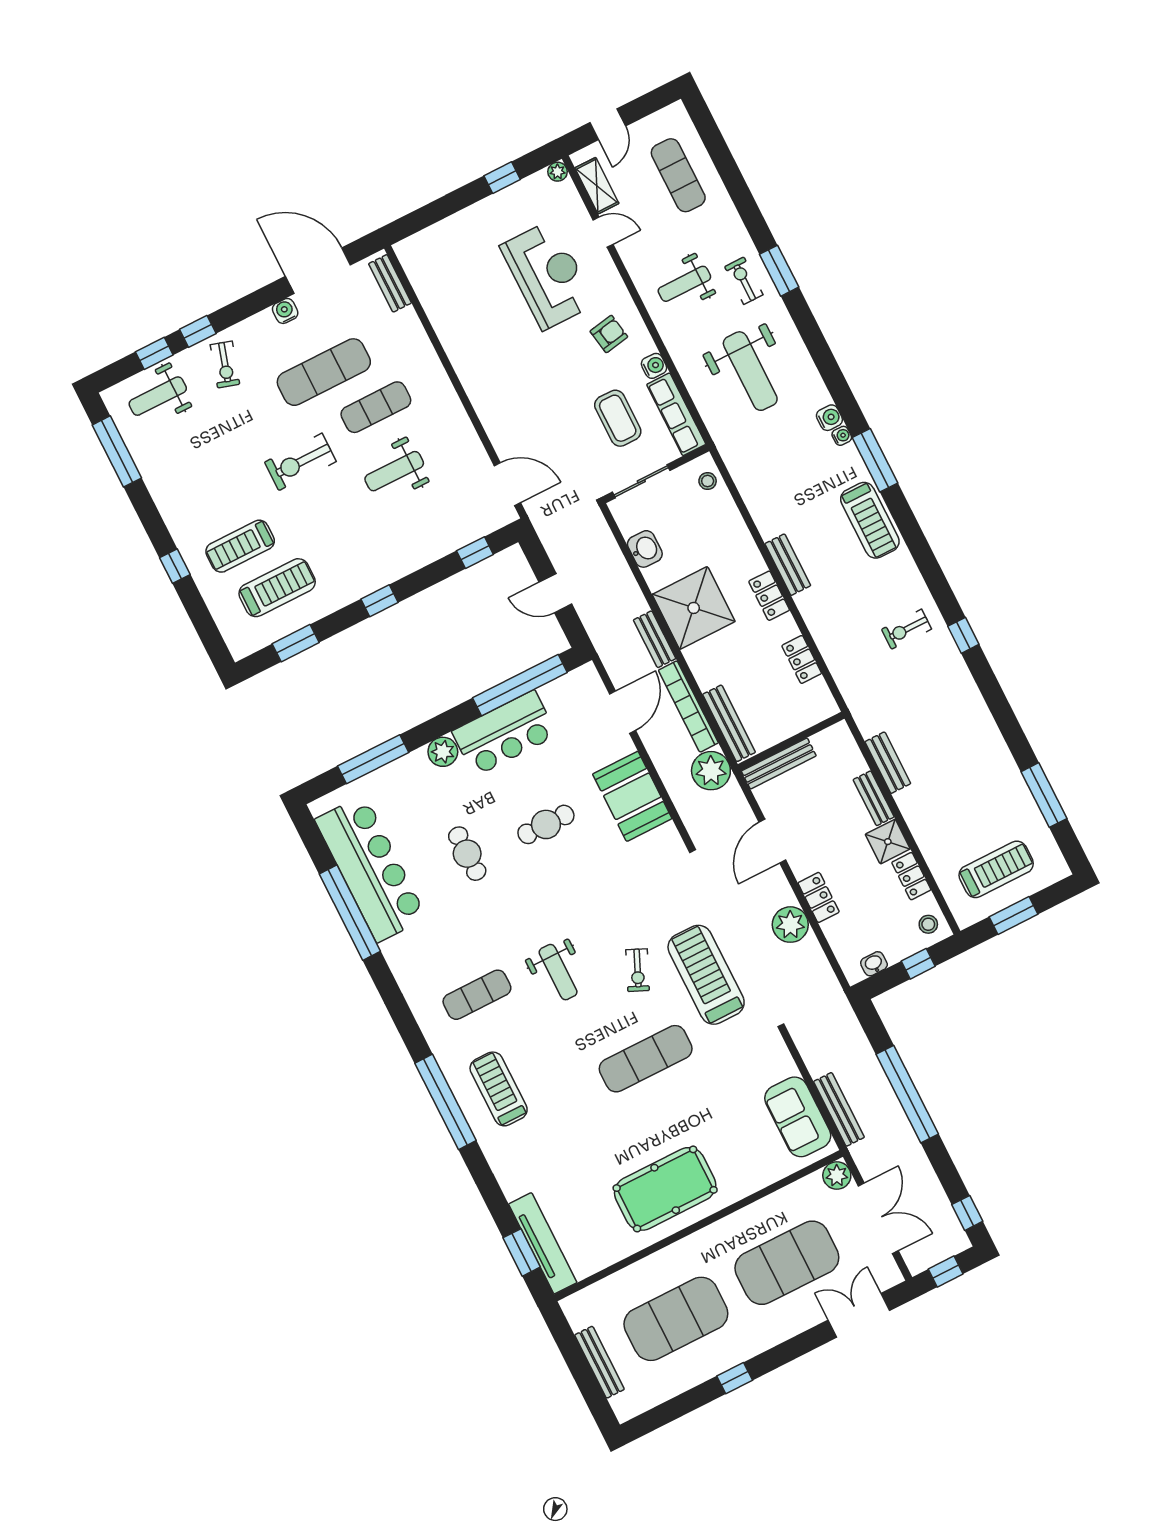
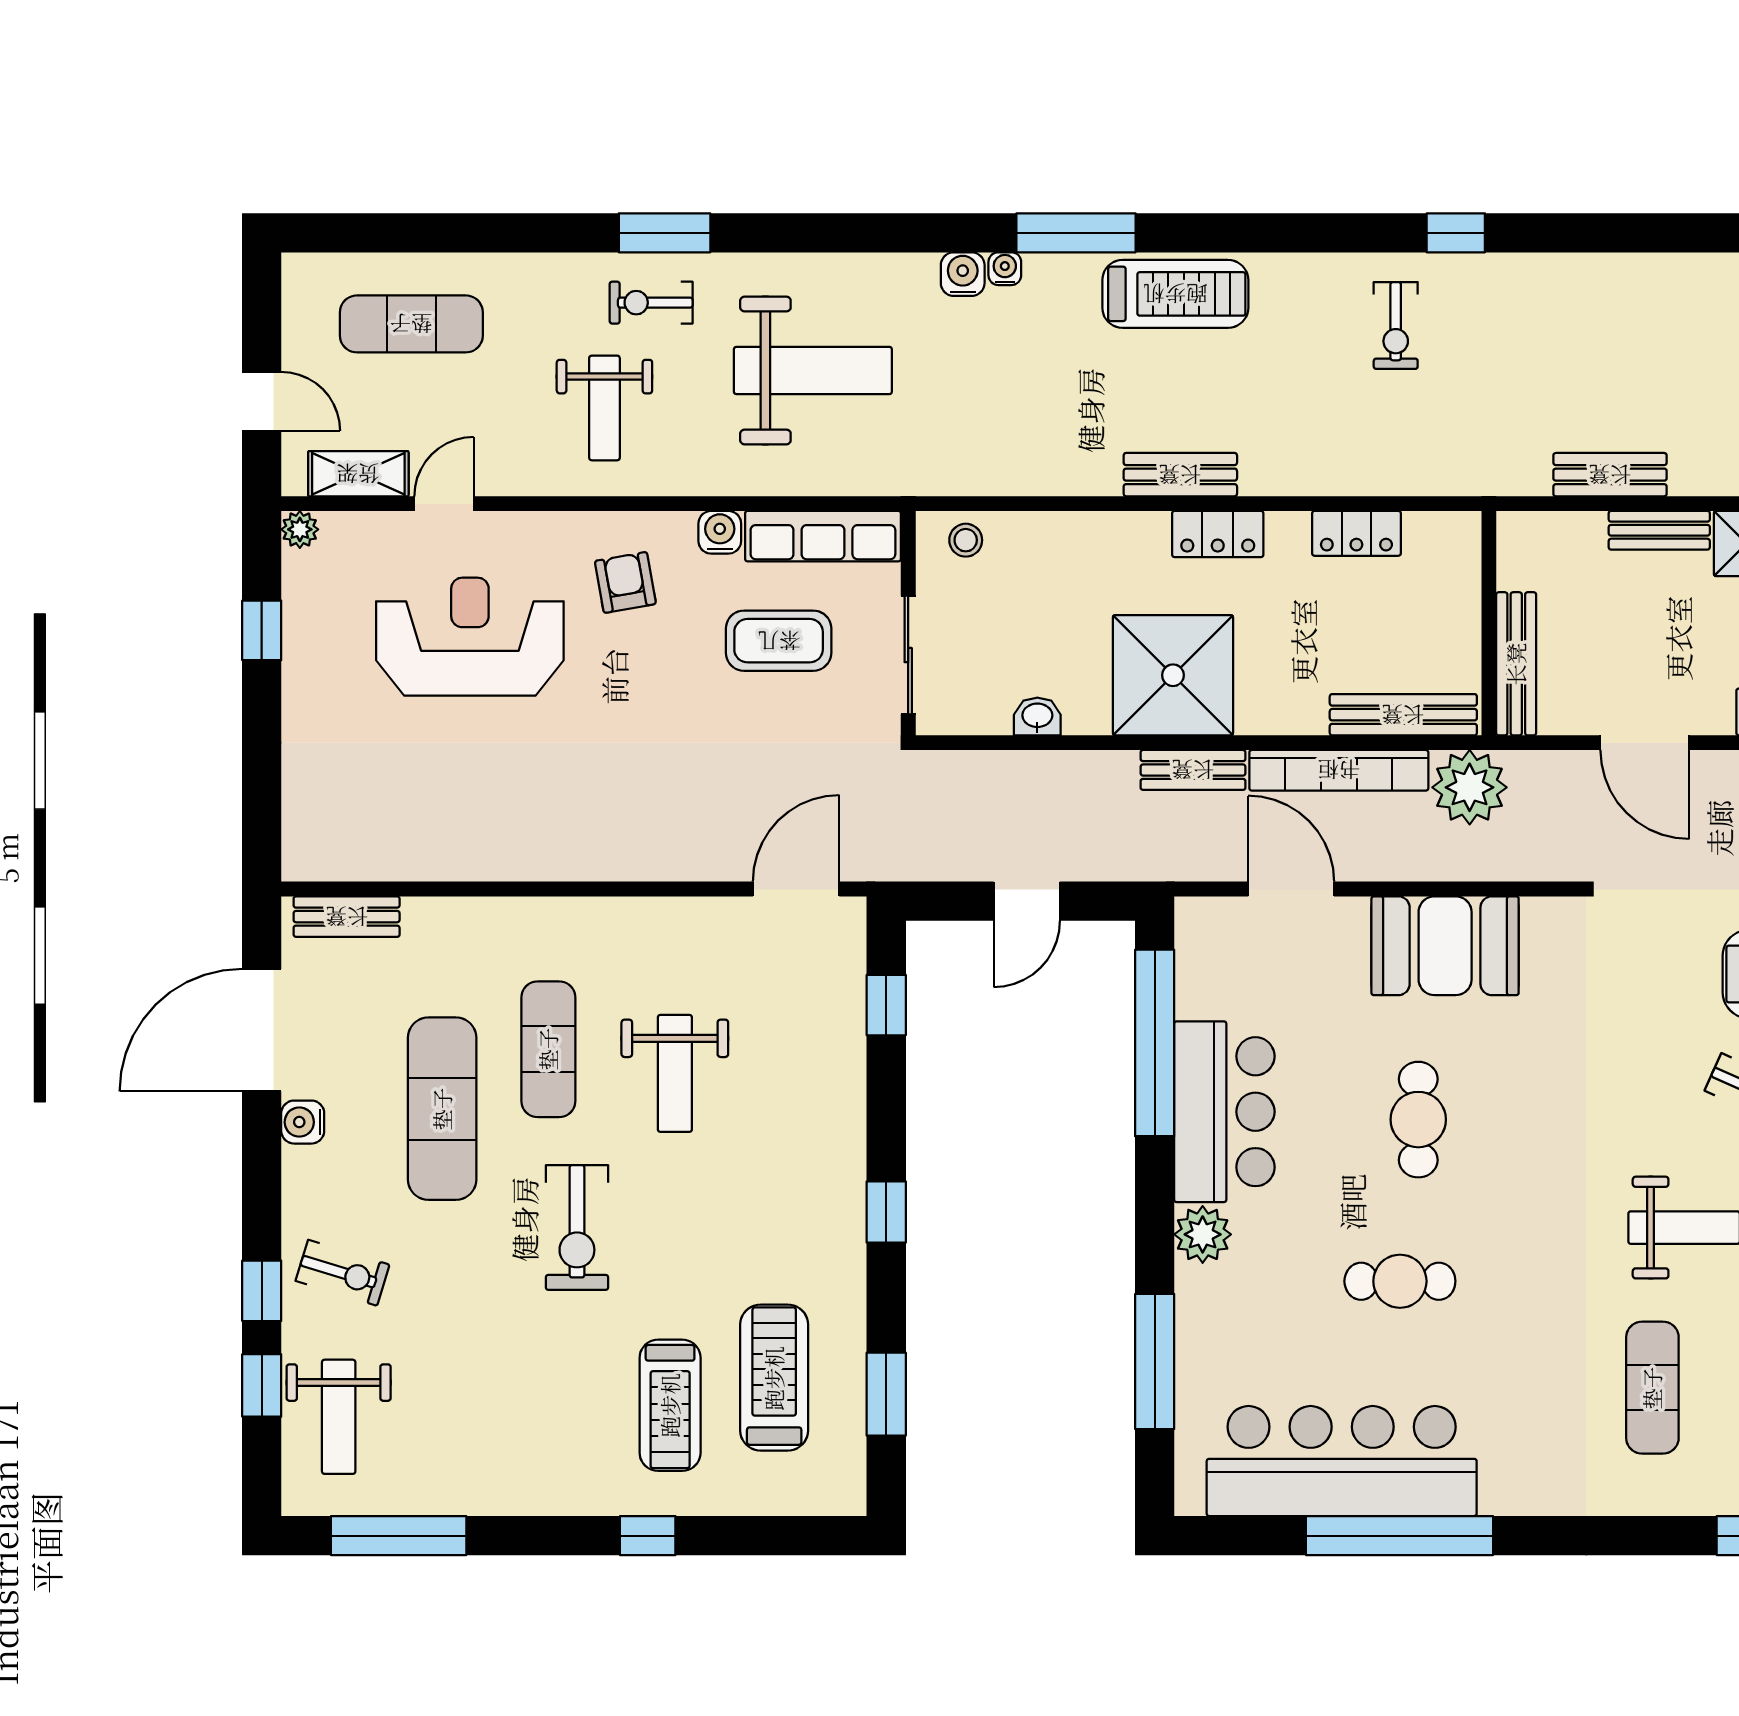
washbasin: (645, 549) -> (1037, 716), width x0.72, depth x0.69

